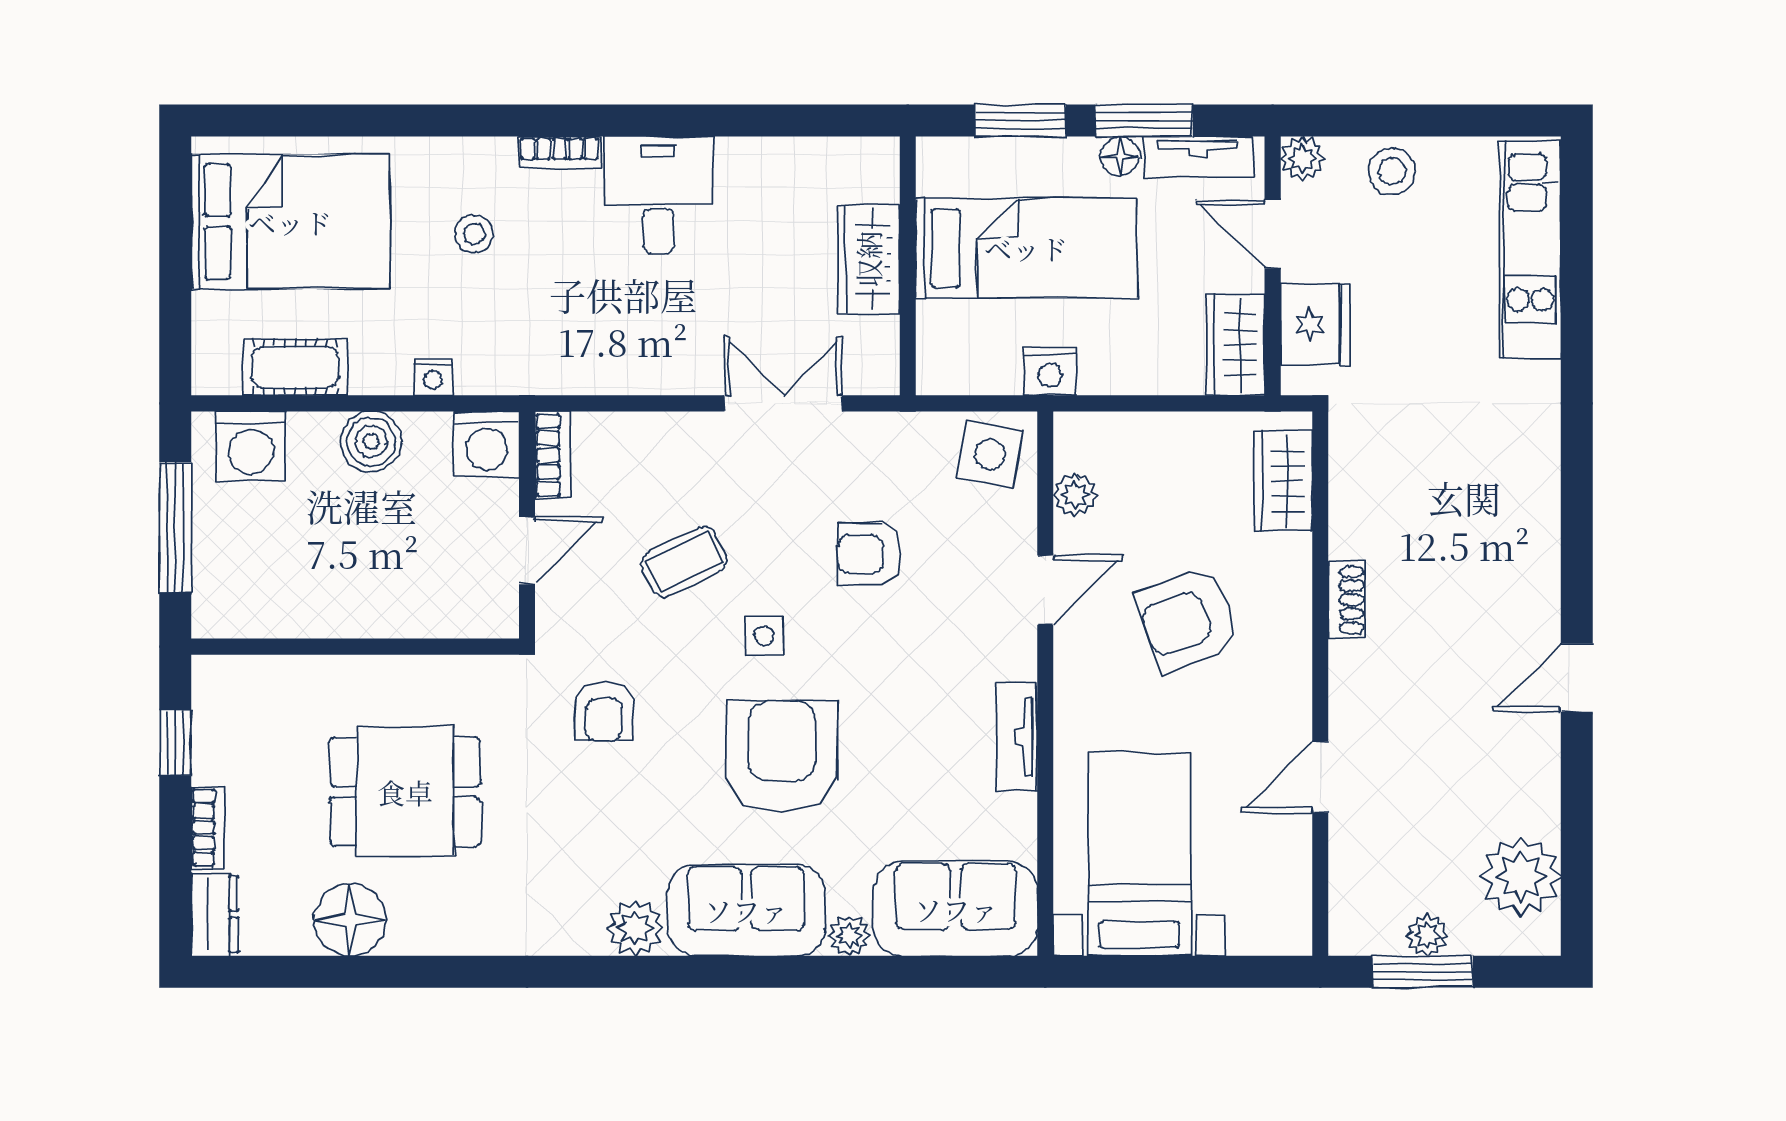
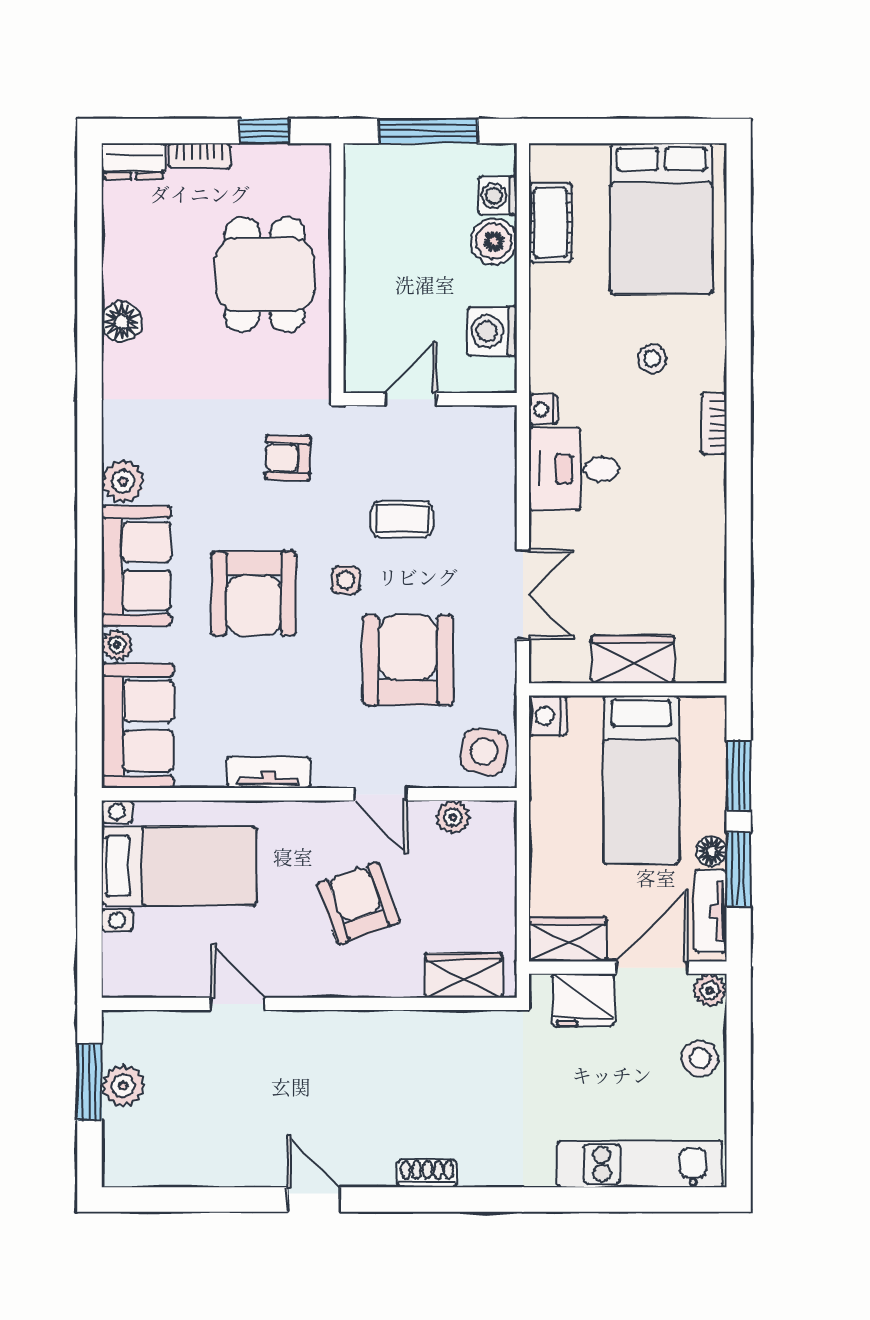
desk: (659, 195) -> (574, 469), moved, turned 180
door: (1273, 234) -> (652, 968), width x1.38
nightstand: (1050, 371) -> (548, 716), moved
nightstand: (433, 377) -> (543, 409), moved
boiler: (371, 441) -> (494, 241), moved
washing machine: (487, 444) -> (492, 331), moved
washing machine: (251, 446) -> (498, 196), width x0.73, depth x0.73
bookcase: (552, 455) -> (483, 419), removed
door: (527, 551) -> (411, 399), swing flipped
armchair: (869, 554) -> (408, 660), width x1.88, depth x1.88
coffee table: (684, 562) -> (402, 519), turned -64
shoe rack: (1347, 600) -> (427, 1173), moved, turned 180
armchair: (782, 756) -> (254, 593), turned 90
dining table: (405, 792) -> (265, 275), moved
plant: (1521, 876) -> (162, 1157), removed
floor lamp: (350, 920) -> (122, 322), moved, width x0.73, depth x0.73
plant: (1427, 935) -> (123, 1086), width x1.38, depth x1.38

